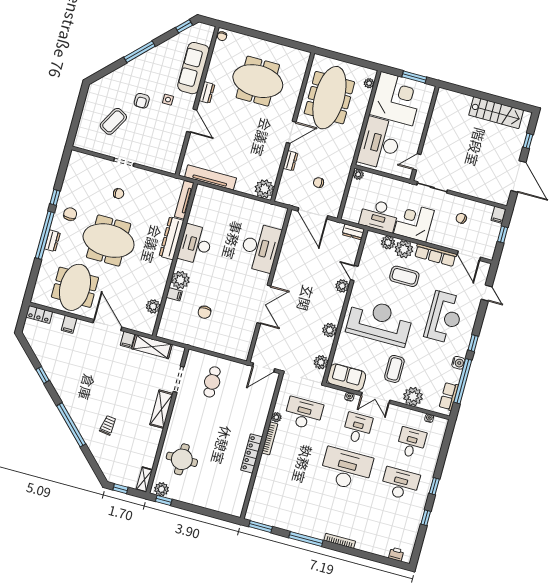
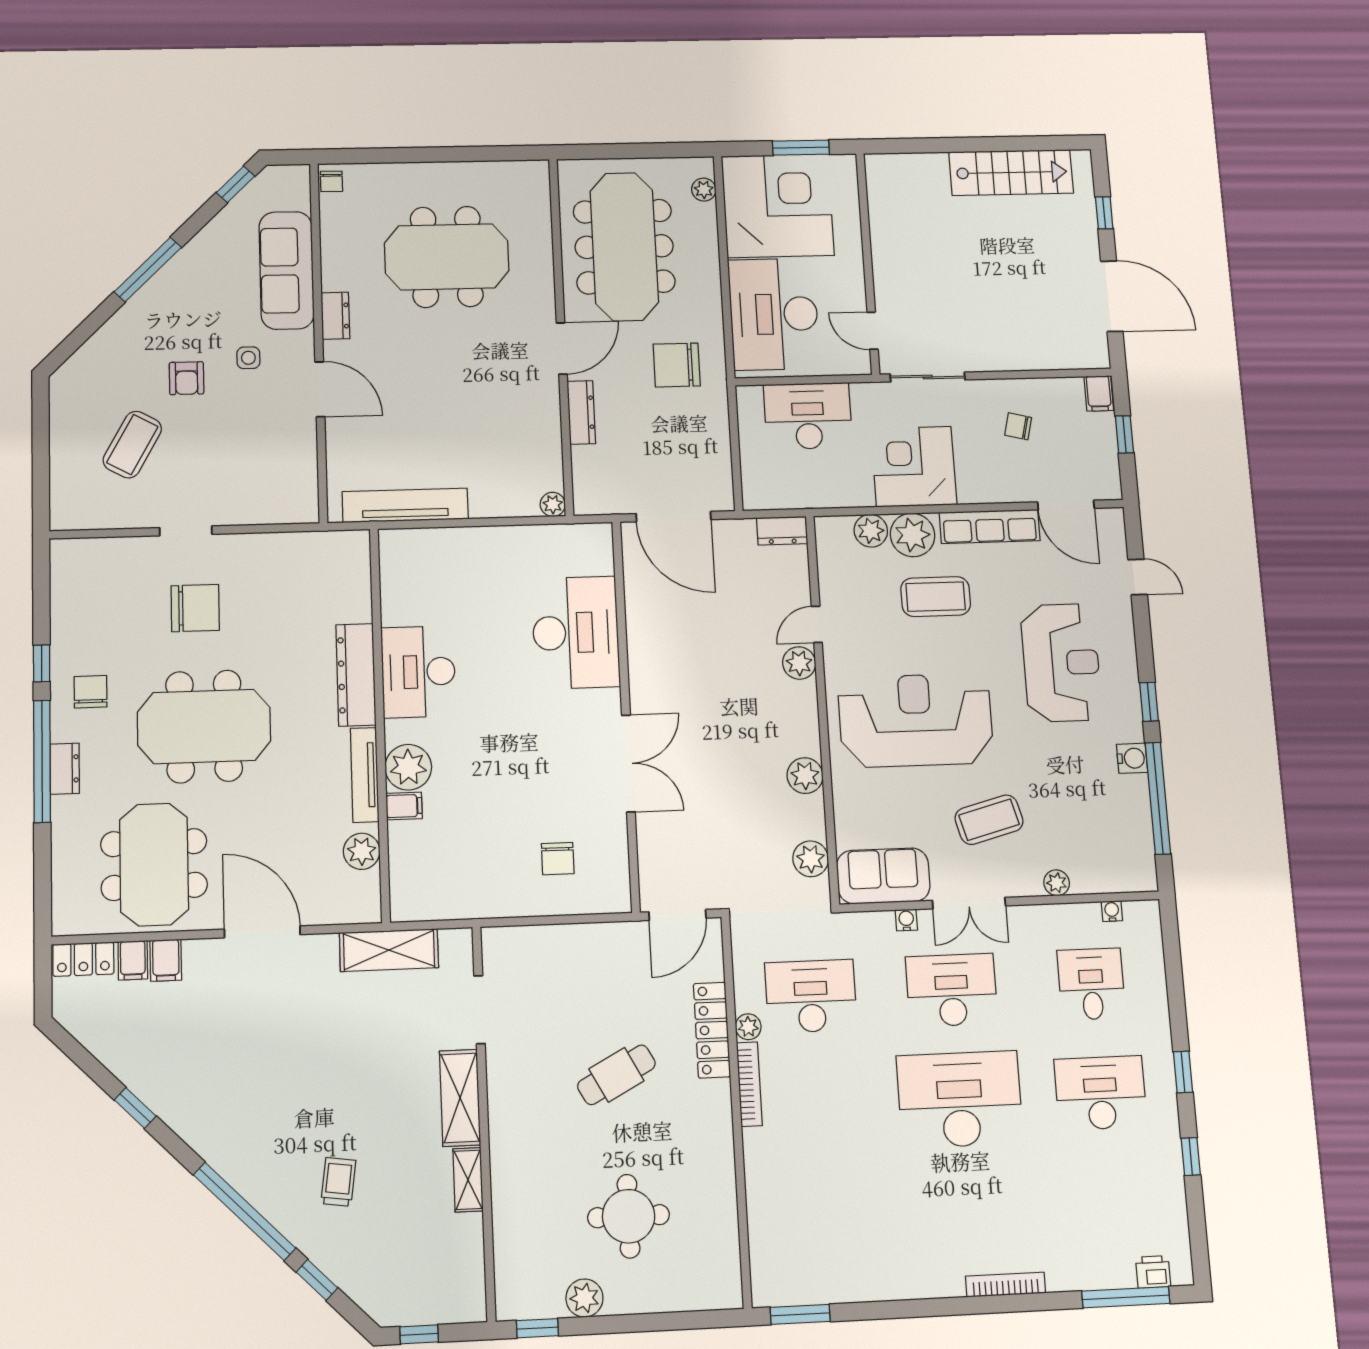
dresser: (290, 161) -> (581, 412), width x1.44
door: (417, 162) -> (873, 331), hinge flipped
plant: (358, 174) -> (749, 397), removed
chair: (319, 183) -> (677, 365), moved, width x1.87, depth x1.87
plant: (264, 189) -> (553, 504), width x0.53, depth x0.53
chair: (119, 194) -> (195, 608), width x1.87, depth x1.87
tv unit: (184, 200) -> (365, 775), moved
desk: (379, 215) -> (808, 416), moved, turned 180
door: (354, 273) -> (817, 624), hinge flipped
chair: (205, 312) -> (558, 859), moved
filing cabinet: (127, 340) -> (133, 960), moved
coffee table: (394, 369) -> (989, 820), turned 75
cafe table: (212, 382) -> (616, 1075), moved, turned 62
row of seats: (449, 396) -> (1138, 844), removed
plant: (413, 397) -> (1057, 883), width x0.53, depth x0.53
desk: (357, 428) -> (952, 990), width x1.37
locker: (252, 454) -> (712, 1030), moved
window: (90, 458) -> (317, 1280), added
round table: (182, 459) -> (629, 1216), moved
shelving: (144, 480) -> (468, 1180), moved
plant: (162, 489) -> (584, 1298), moved
window: (306, 539) -> (1126, 1297), moved

